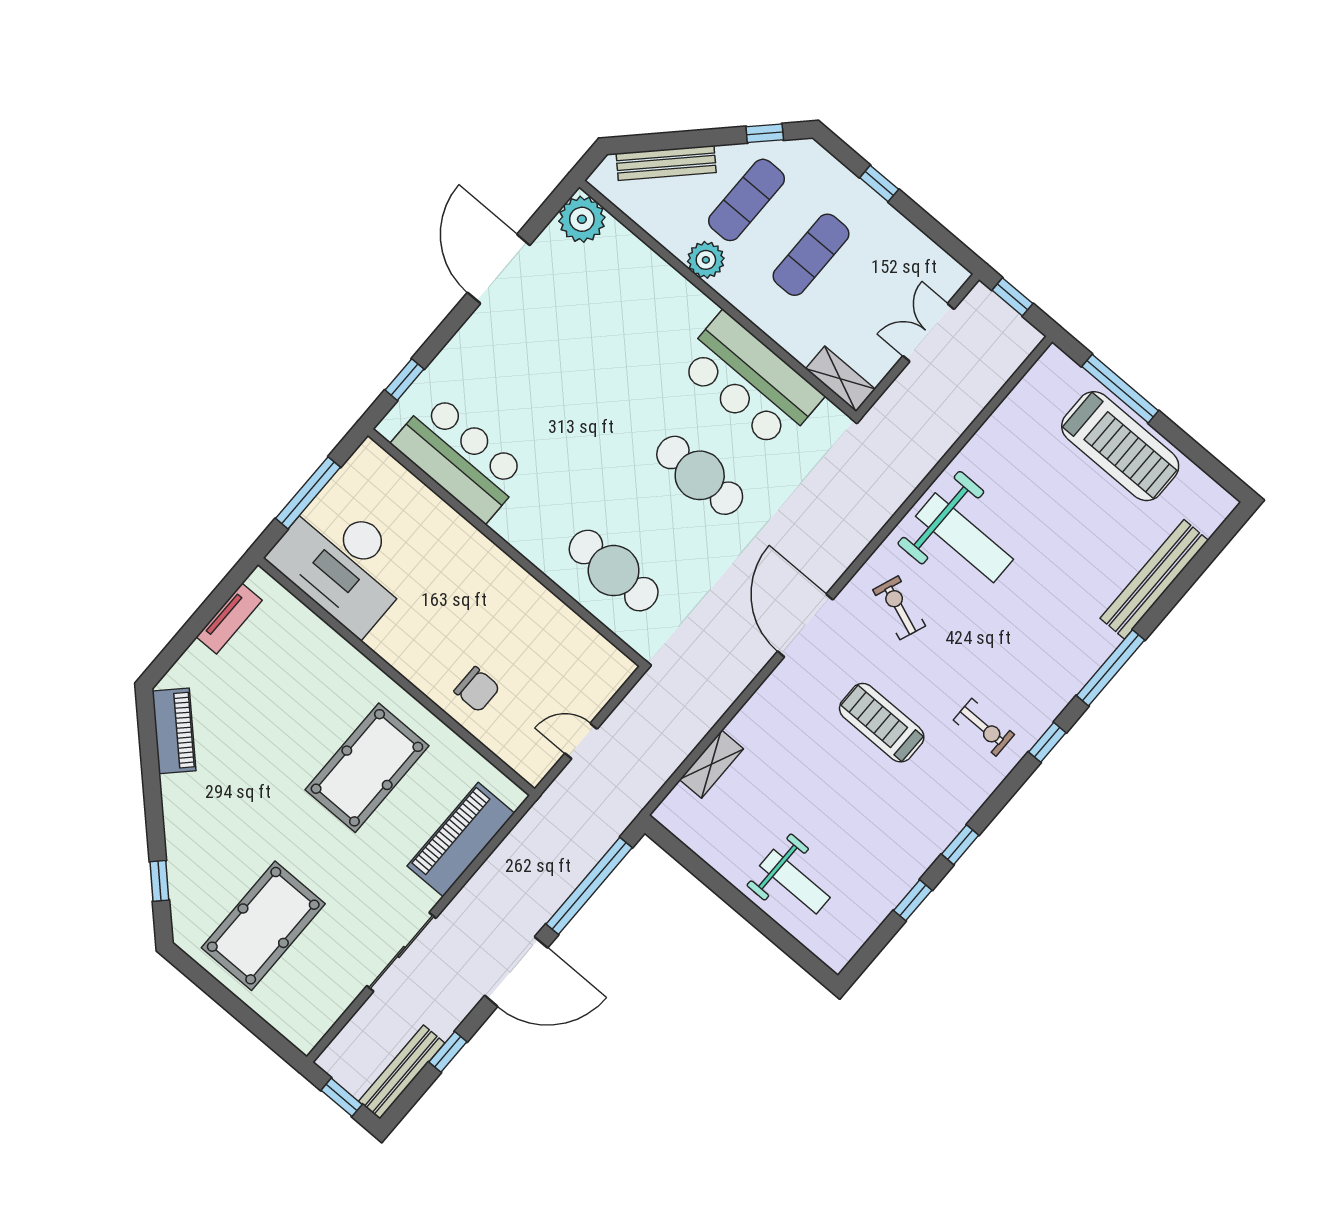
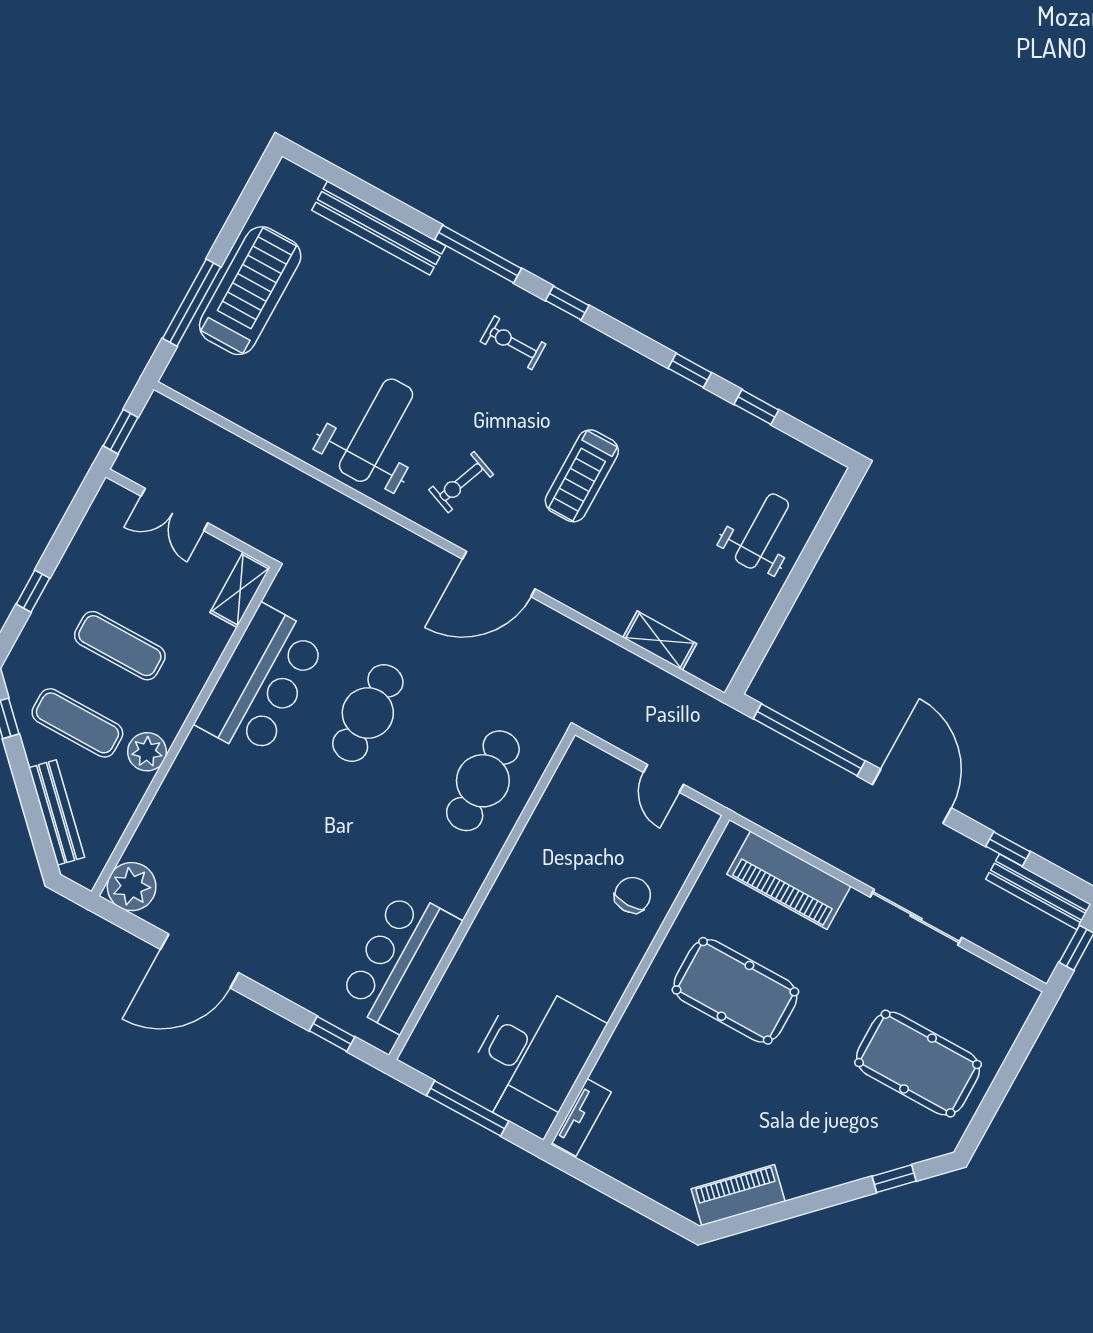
tv unit: (229, 619) -> (581, 1117), moved, turned 90
exercise bike: (984, 727) -> (513, 343), moved, turned -90

